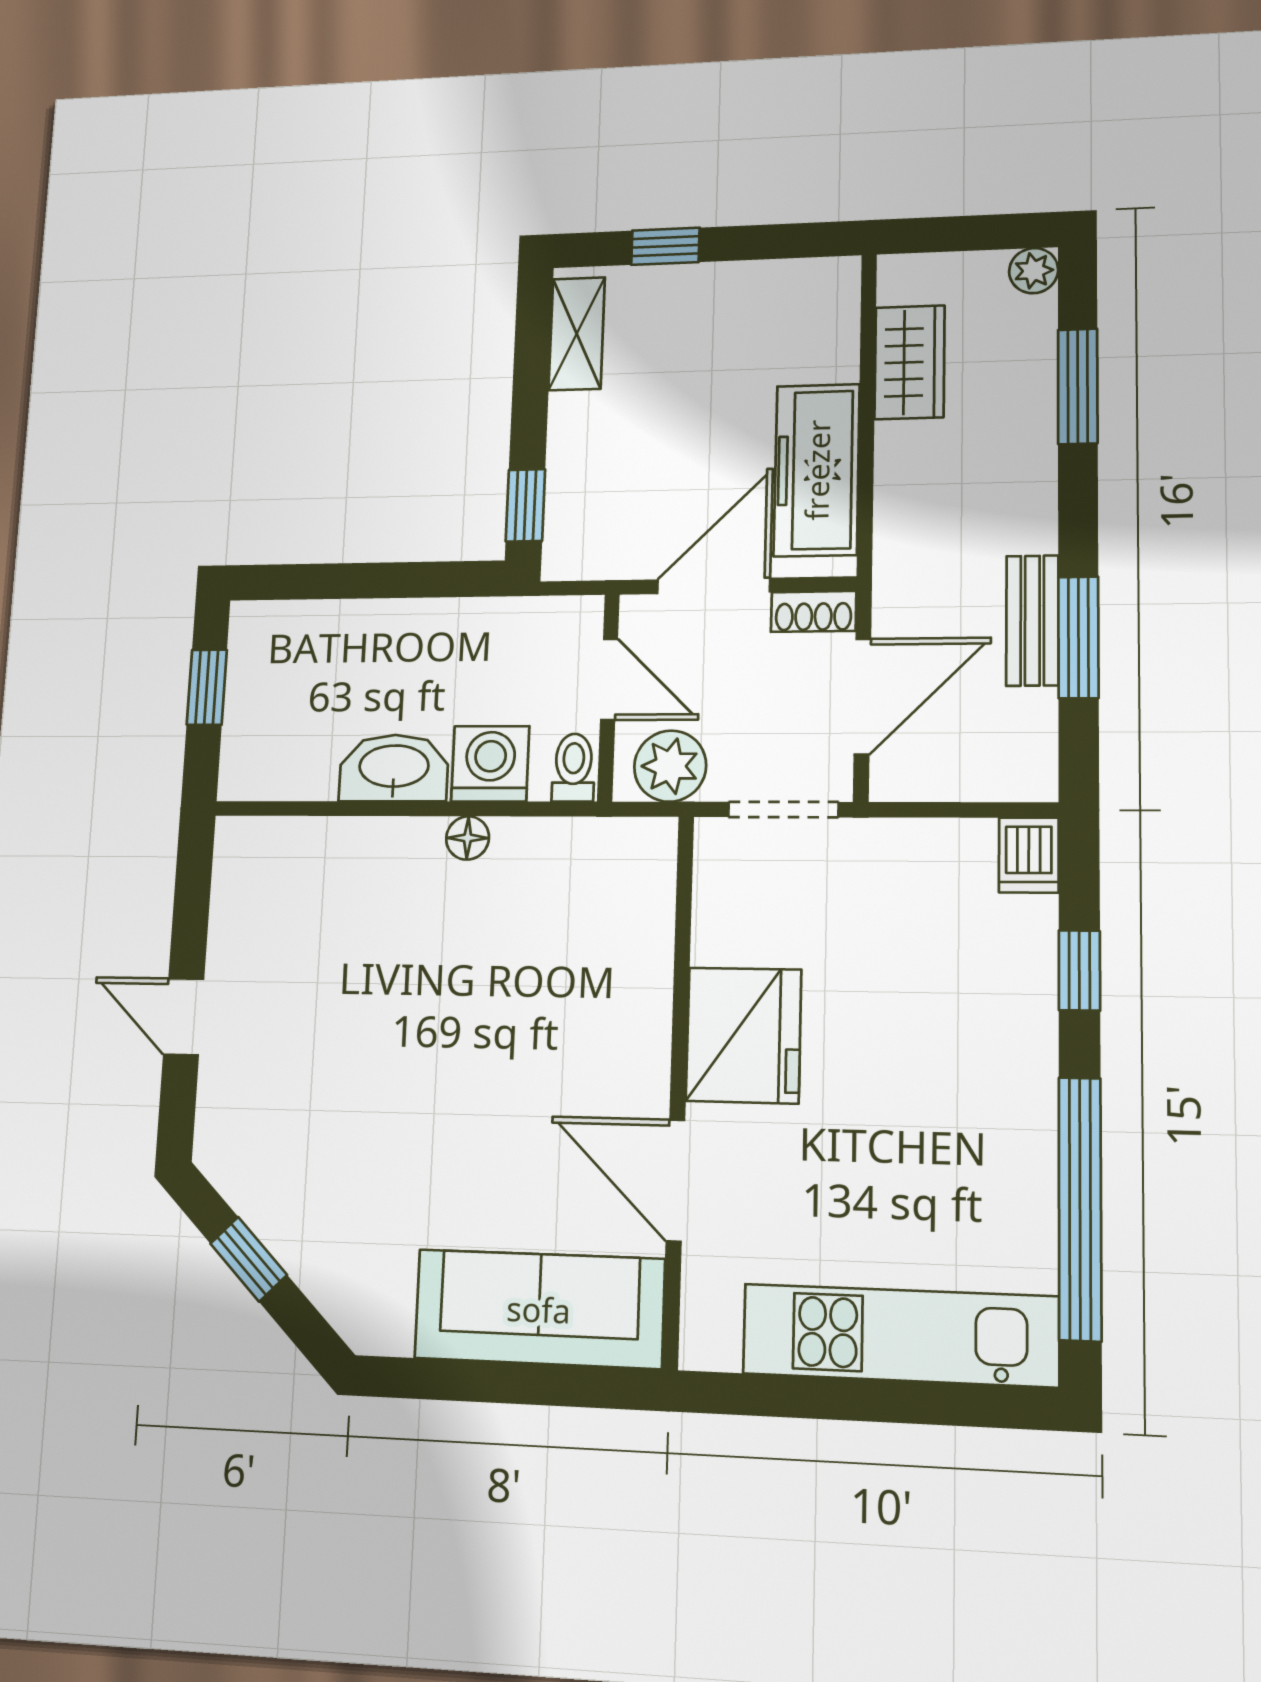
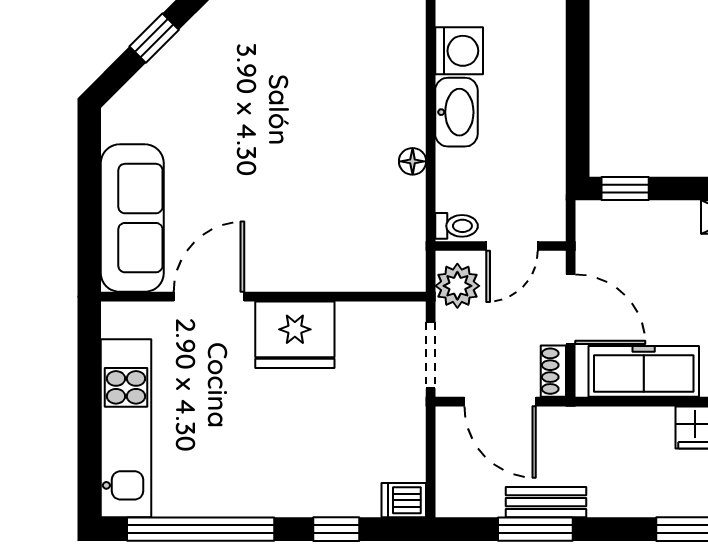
washing machine: (490, 764) -> (459, 51), moved

